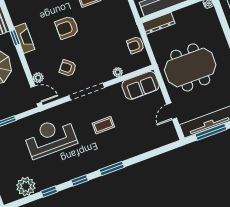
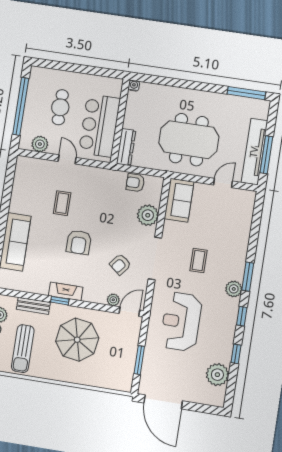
armchair: (136, 45) -> (135, 183), turned 90
meeting table: (190, 67) -> (189, 140), turned 90
plant: (118, 72) -> (148, 215), width x1.87, depth x1.87
door: (172, 111) -> (223, 183), swing flipped
plant: (97, 163) -> (234, 289), added

